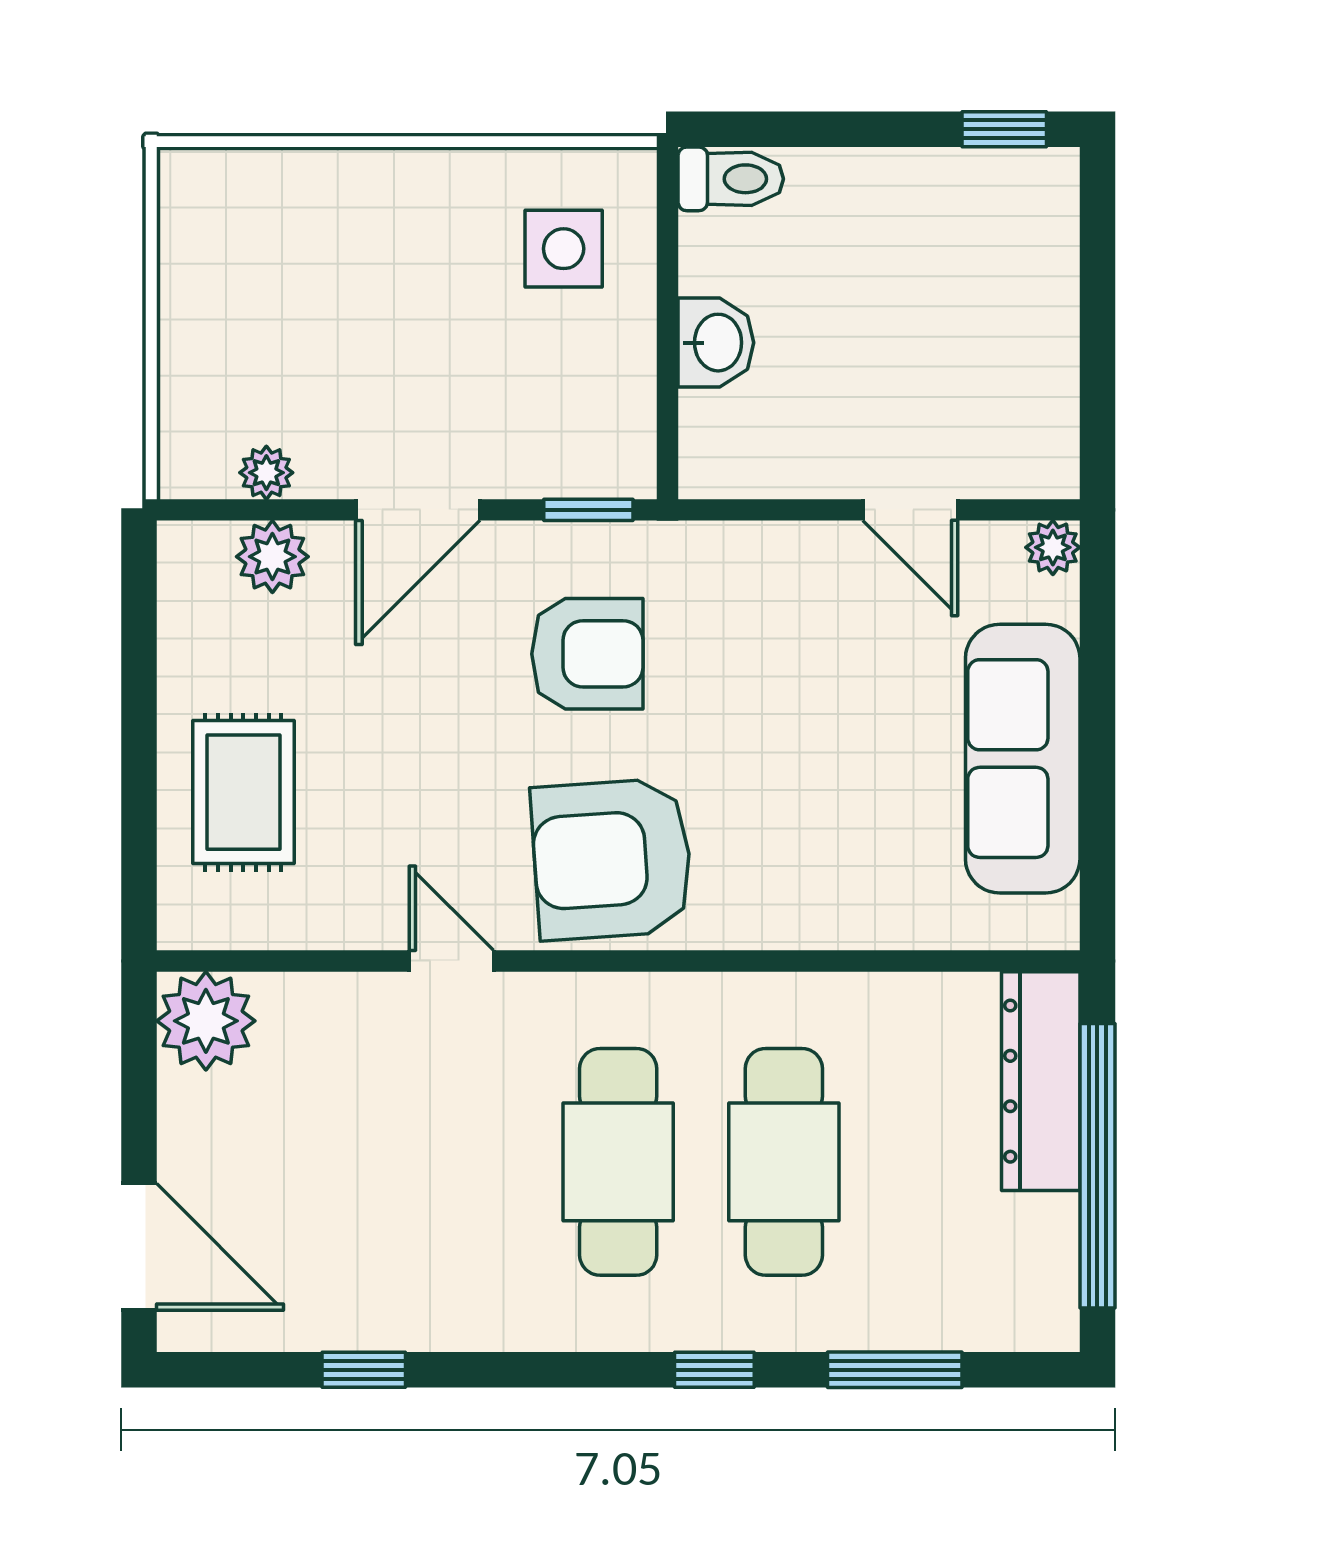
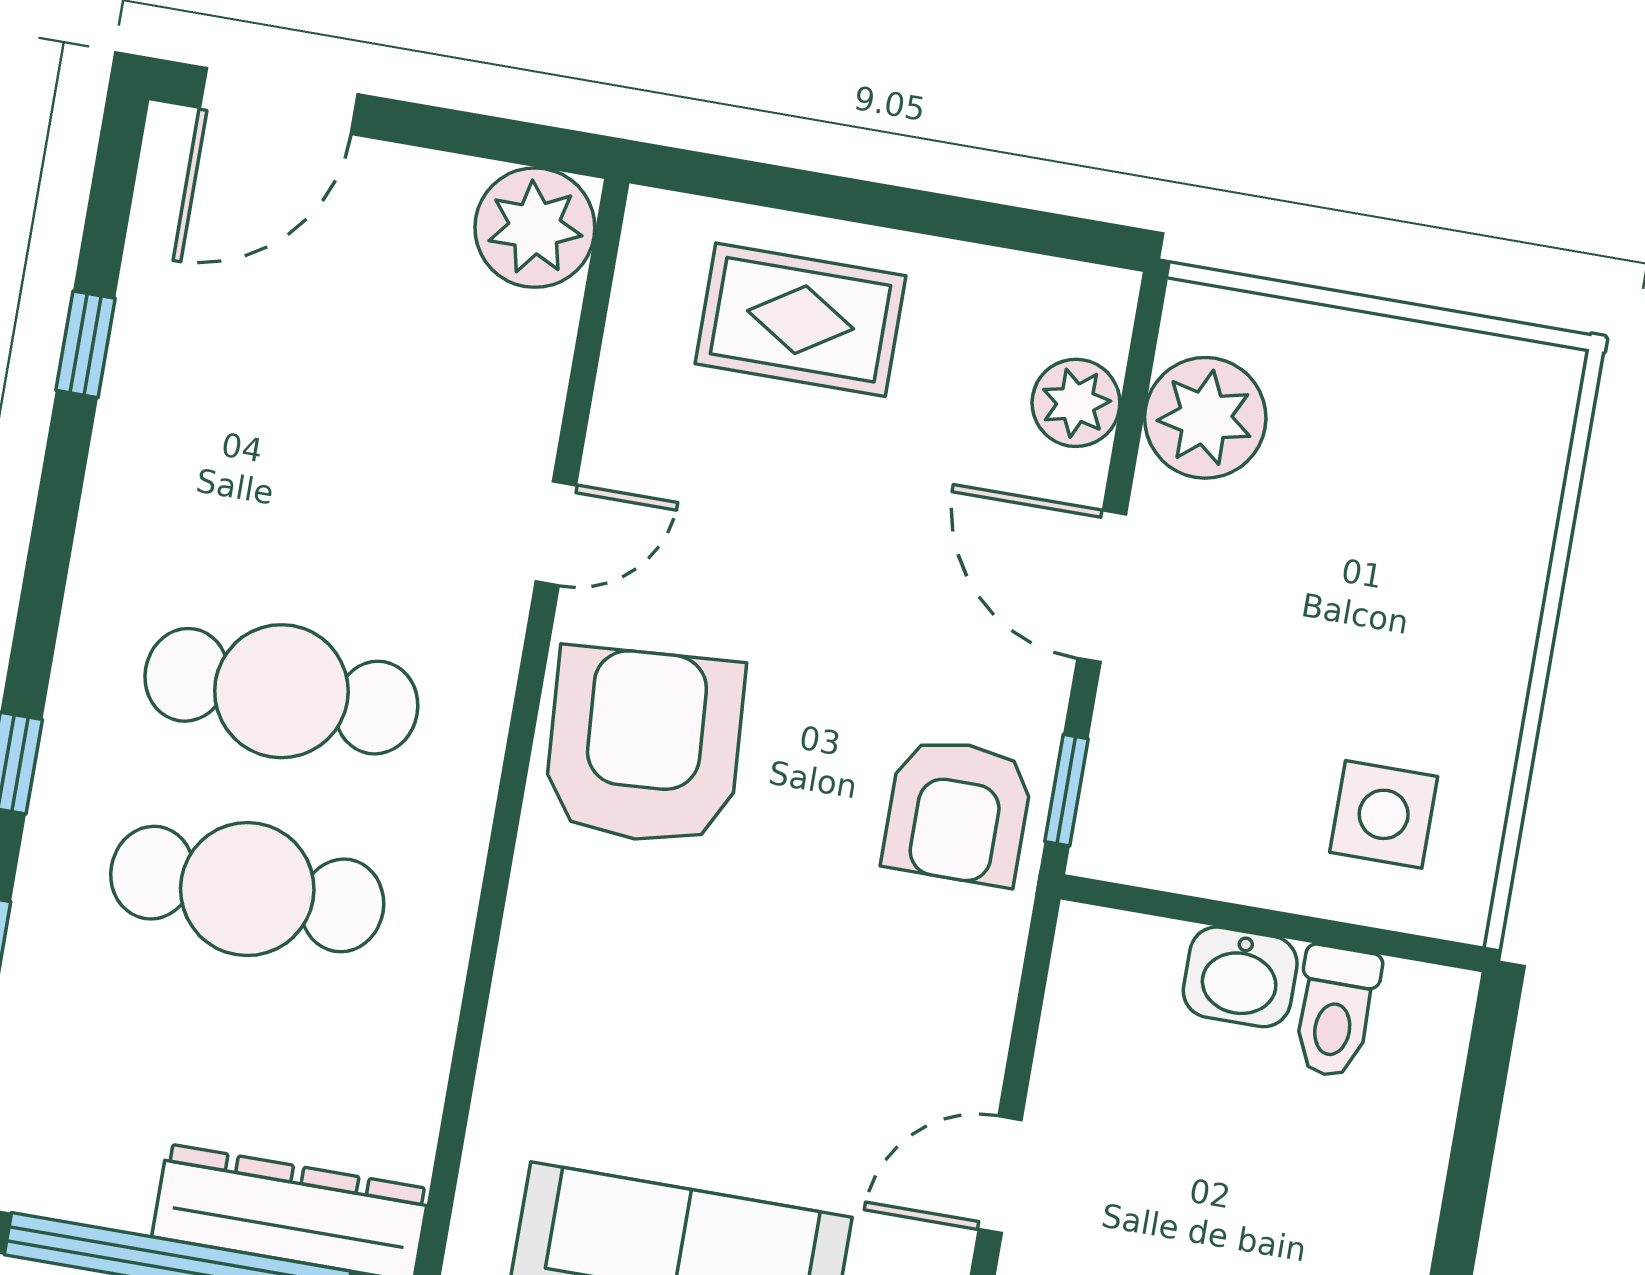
toilet: (731, 179) -> (1335, 1012), moved
plant: (266, 473) -> (1205, 418), width x1.87, depth x1.87
armchair: (587, 654) -> (958, 811), moved

